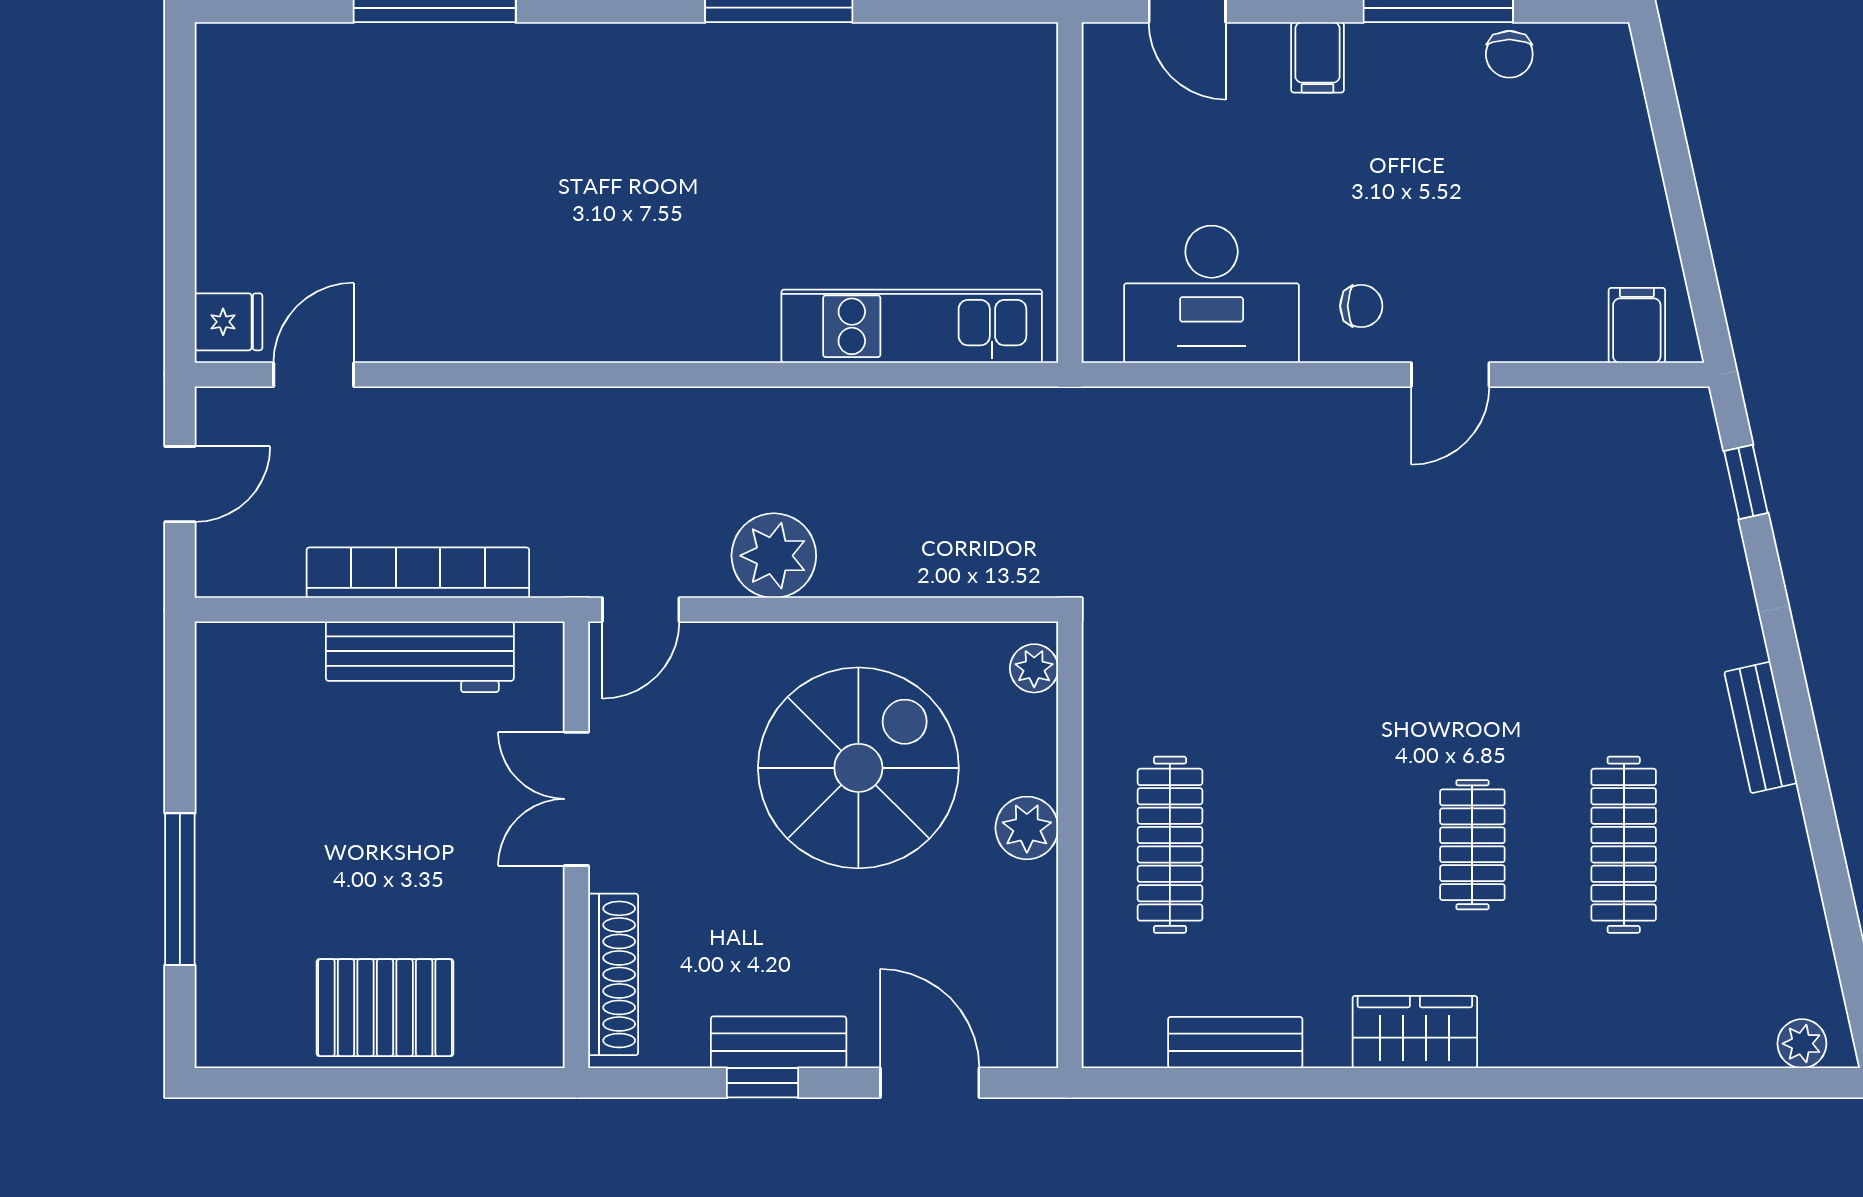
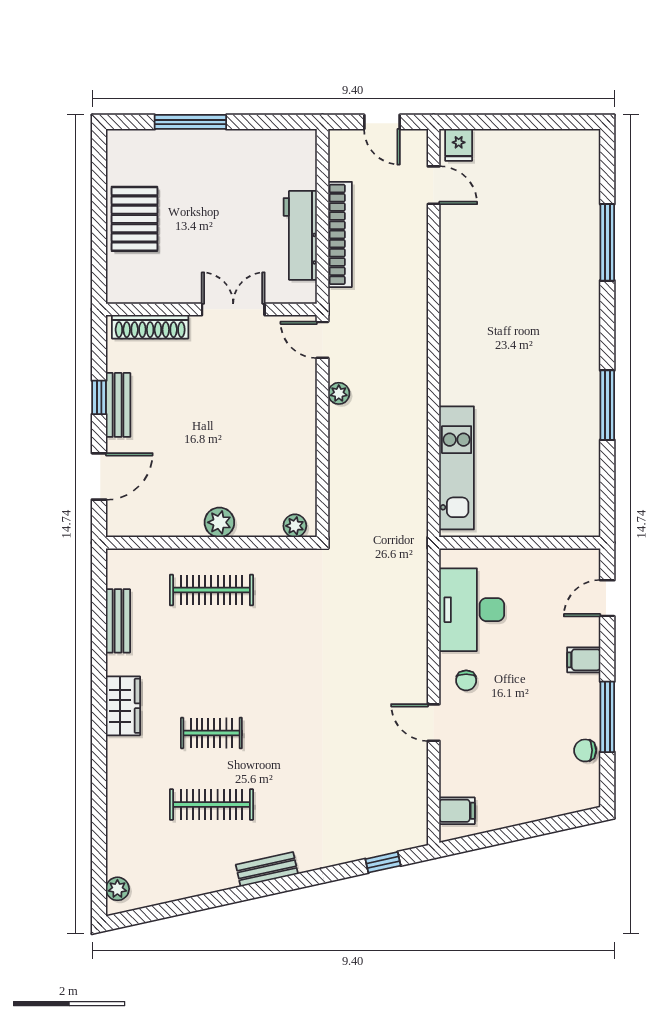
plant: (774, 556) -> (339, 393), width x0.53, depth x0.53
spiral stairs: (858, 768) -> (248, 443), removed

